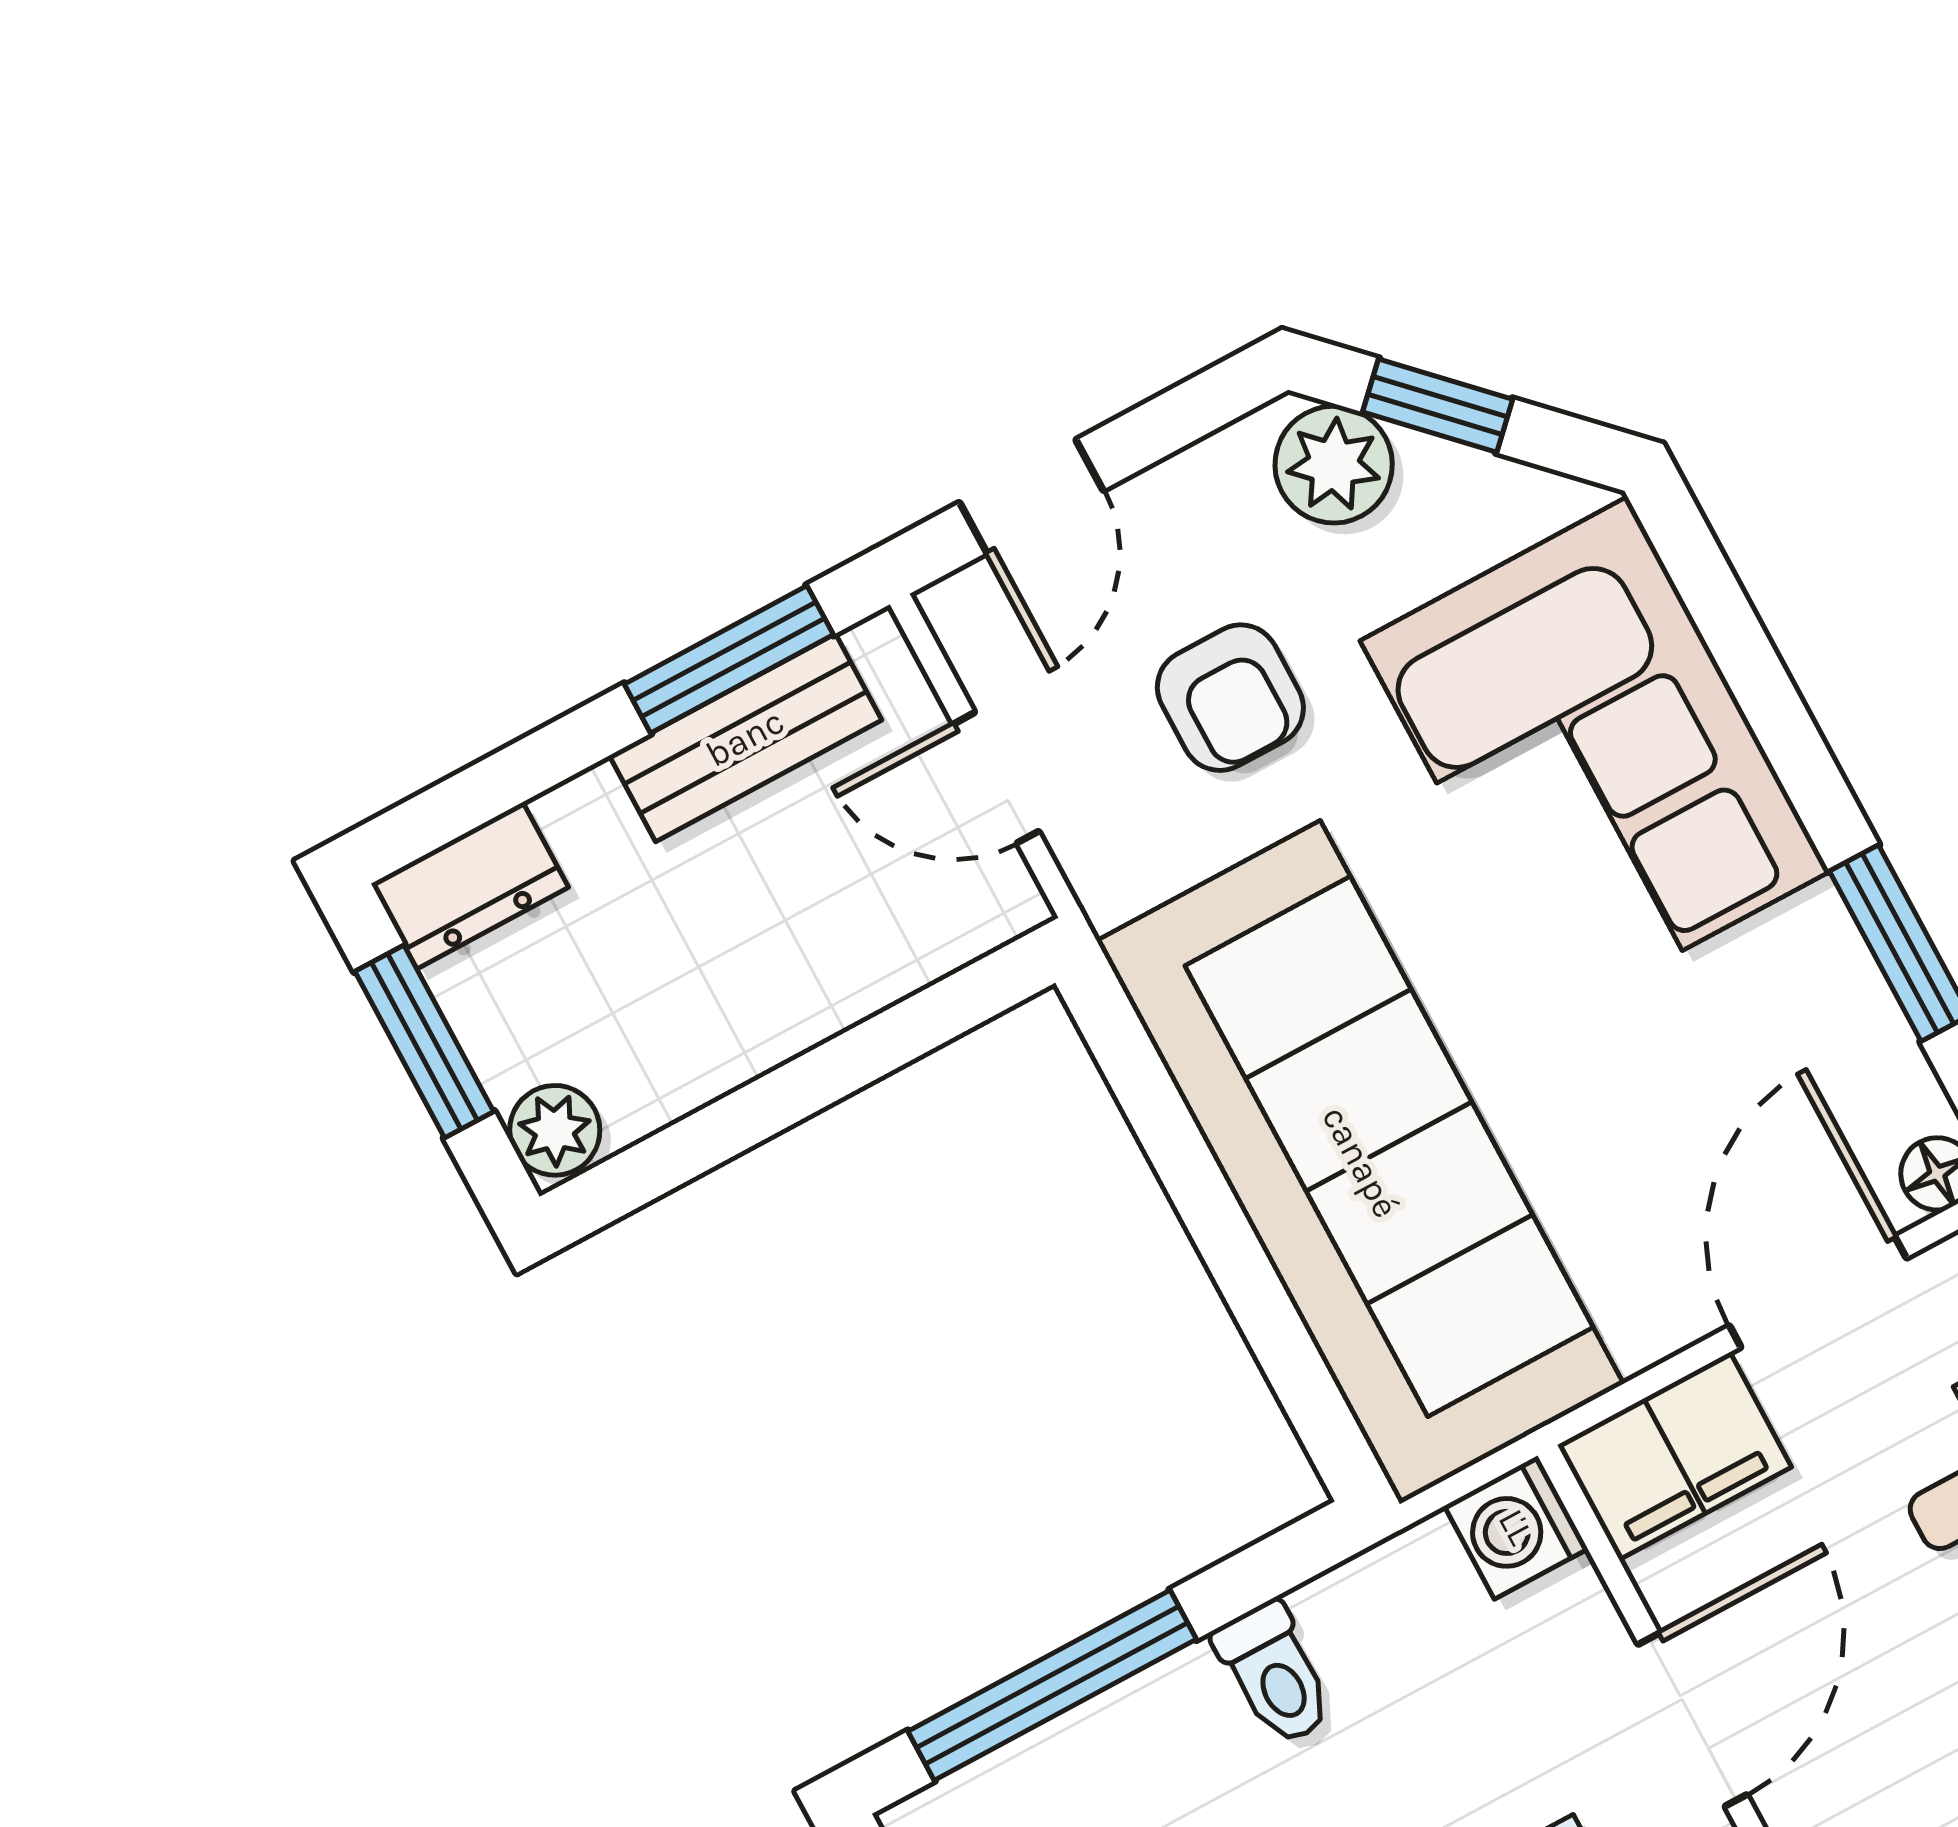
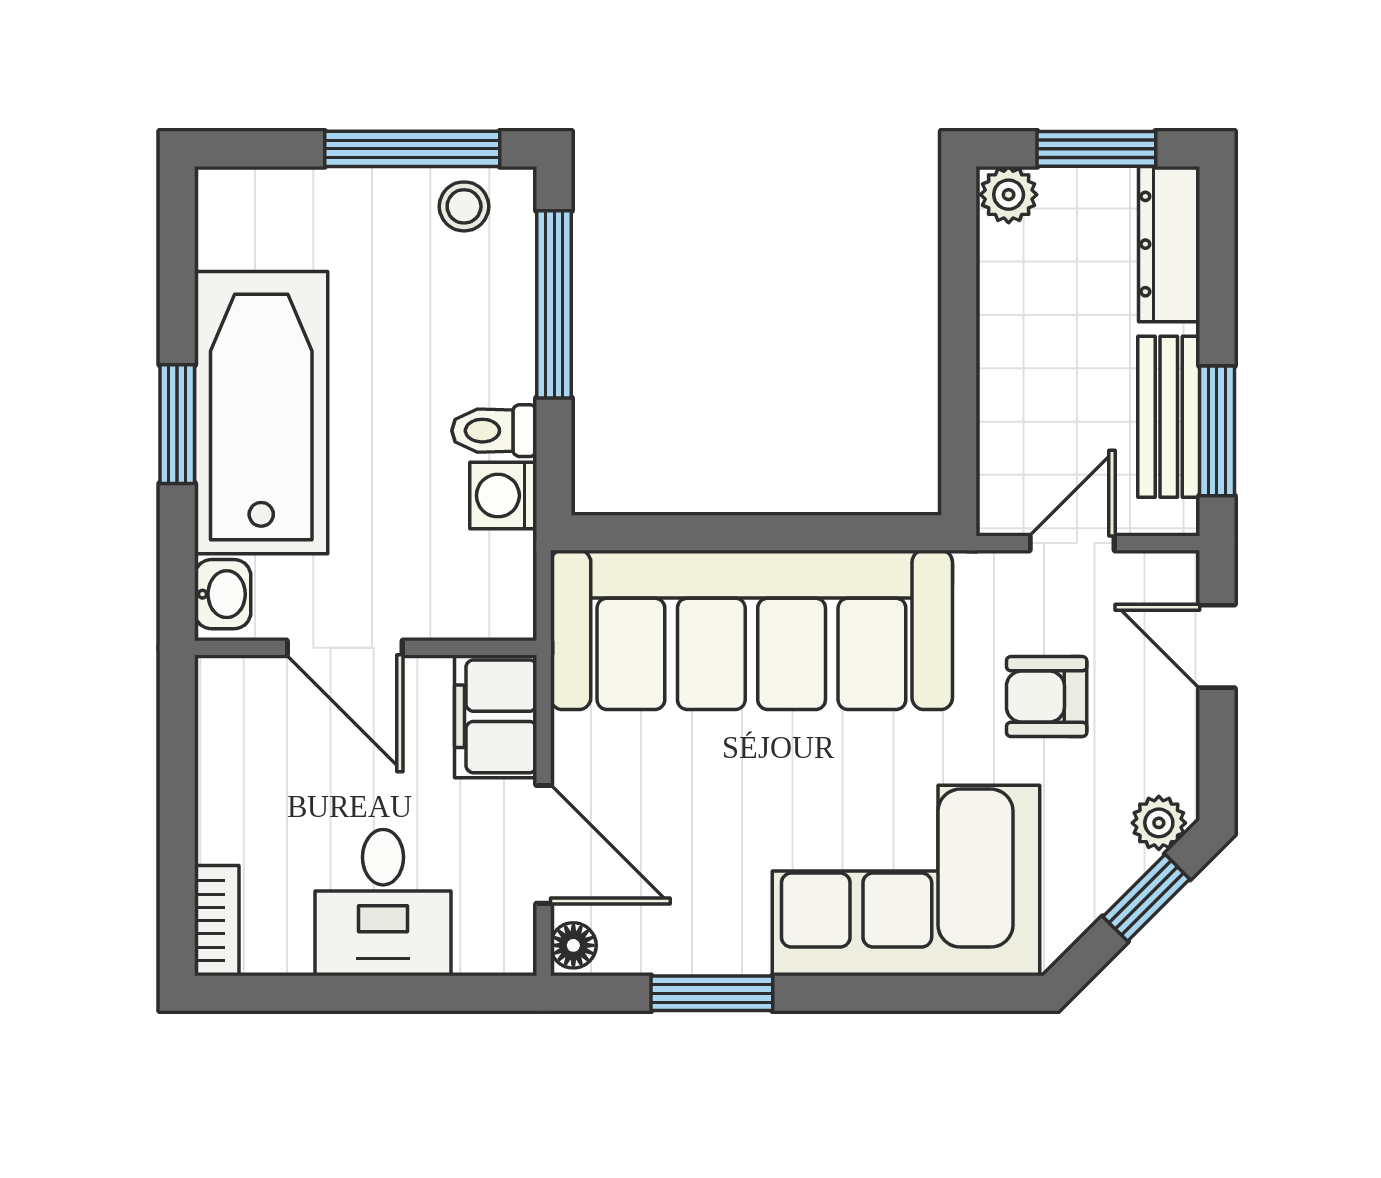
plant: (1334, 465) -> (1159, 823), width x0.73, depth x0.73
dresser: (470, 886) -> (1169, 244), width x1.44
washing machine: (1516, 1527) -> (503, 496), moved, turned -90

